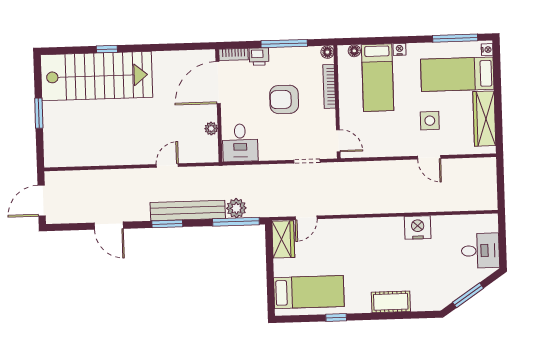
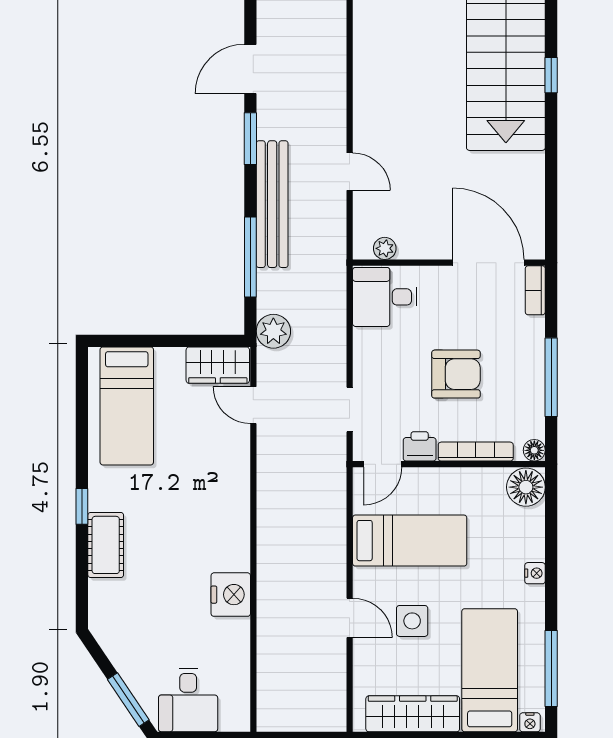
floor lamp: (354, 51) -> (526, 487), width x1.89, depth x1.89
printer: (259, 57) -> (420, 446), moved, turned 90
bed: (378, 78) -> (410, 541), moved, turned 180
armchair: (284, 99) -> (456, 374), turned 90
plant: (211, 129) -> (385, 248), moved
door: (429, 157) -> (350, 618), swing flipped
plant: (236, 208) -> (273, 331), moved
window: (236, 222) -> (250, 257), moved
window: (167, 224) -> (250, 139), moved
window: (468, 295) -> (128, 700), moved
window: (336, 318) -> (82, 506), moved

